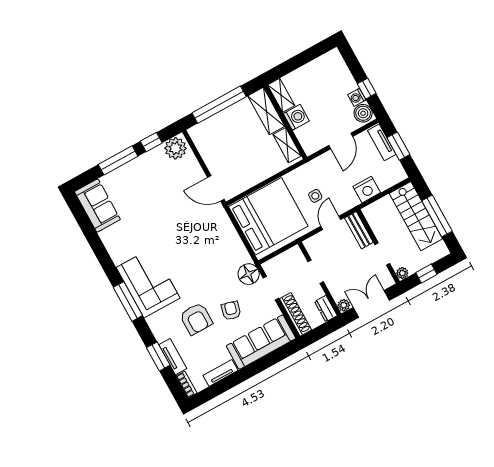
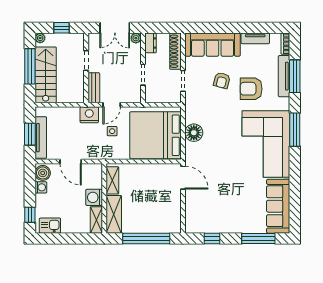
kitchen sink: (326, 63) -> (50, 226), added
window: (367, 89) -> (30, 215), moved
door: (341, 141) -> (71, 162), swing flipped
tv unit: (382, 142) -> (41, 138), width x1.41
plant: (176, 148) -> (197, 224), removed
window: (118, 160) -> (258, 238), moved
nightstand: (367, 190) -> (89, 115), moved
sofa: (97, 206) -> (278, 206), width x1.36
plant: (402, 273) -> (40, 38), moved
floor lamp: (249, 274) -> (194, 133), moved
corner sofa: (148, 283) -> (266, 144), width x1.36, depth x1.36
armchair: (196, 319) -> (251, 89), turned -90
window: (158, 356) -> (295, 76), width x1.44
tv unit: (173, 357) -> (284, 76), width x1.41

